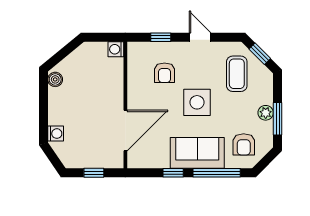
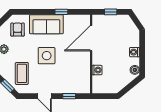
washing machine: (116, 49) -> (97, 70), moved
armchair: (164, 73) -> (67, 74), removed
washing machine: (56, 134) -> (135, 52), moved
window: (217, 173) -> (34, 12), removed

